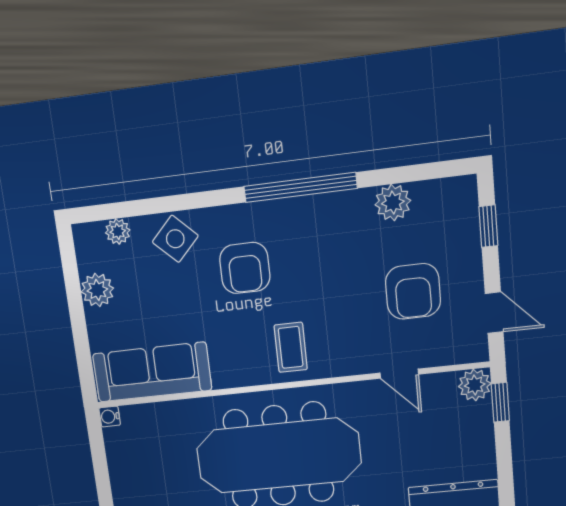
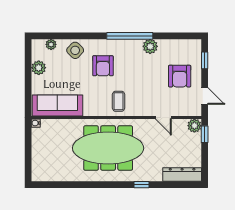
plant: (393, 203) -> (150, 46), moved
armchair: (413, 291) -> (180, 76), moved

